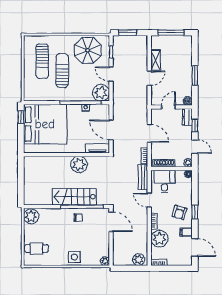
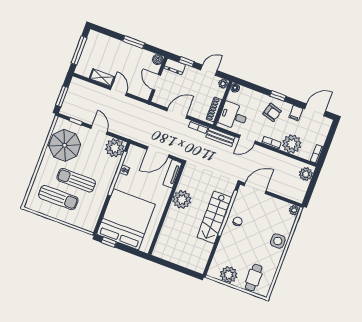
door: (111, 74) -> (99, 130), swing flipped
plant: (31, 216) -> (229, 275), moved

